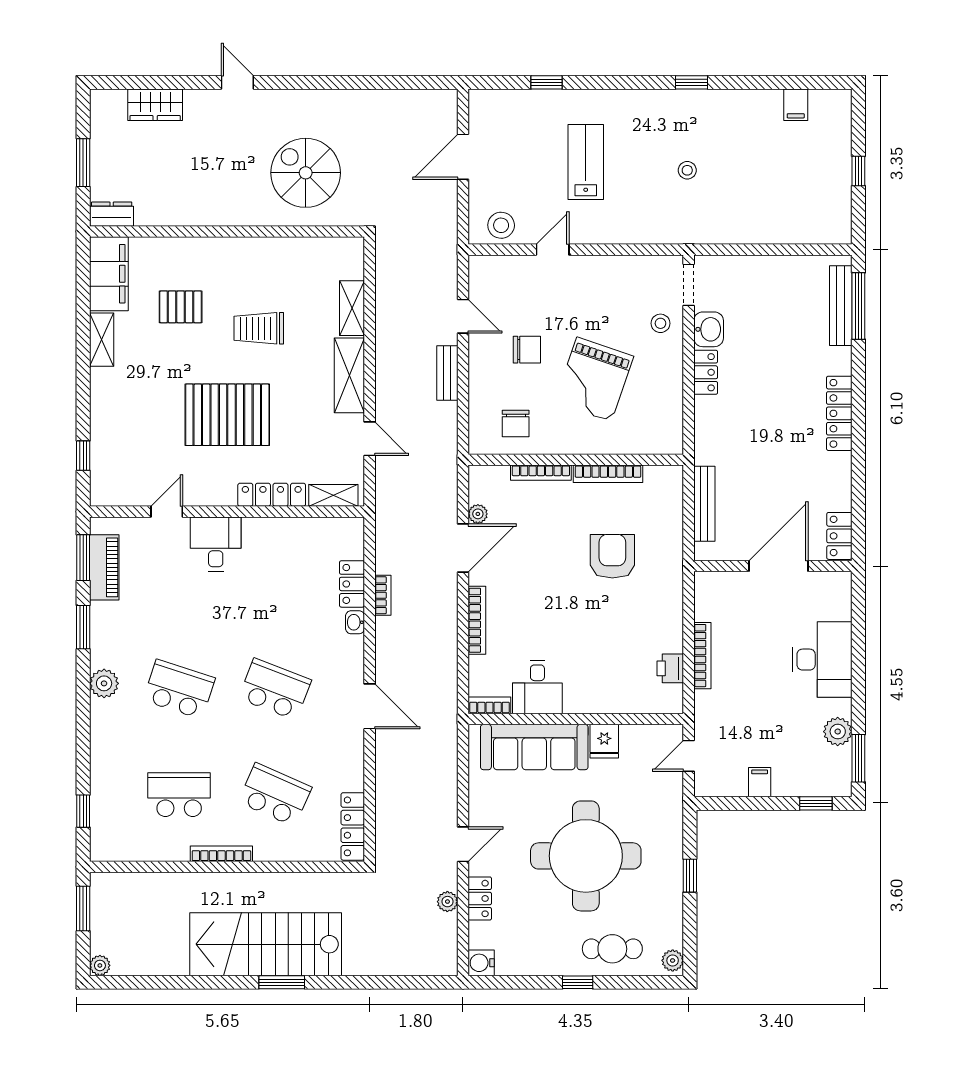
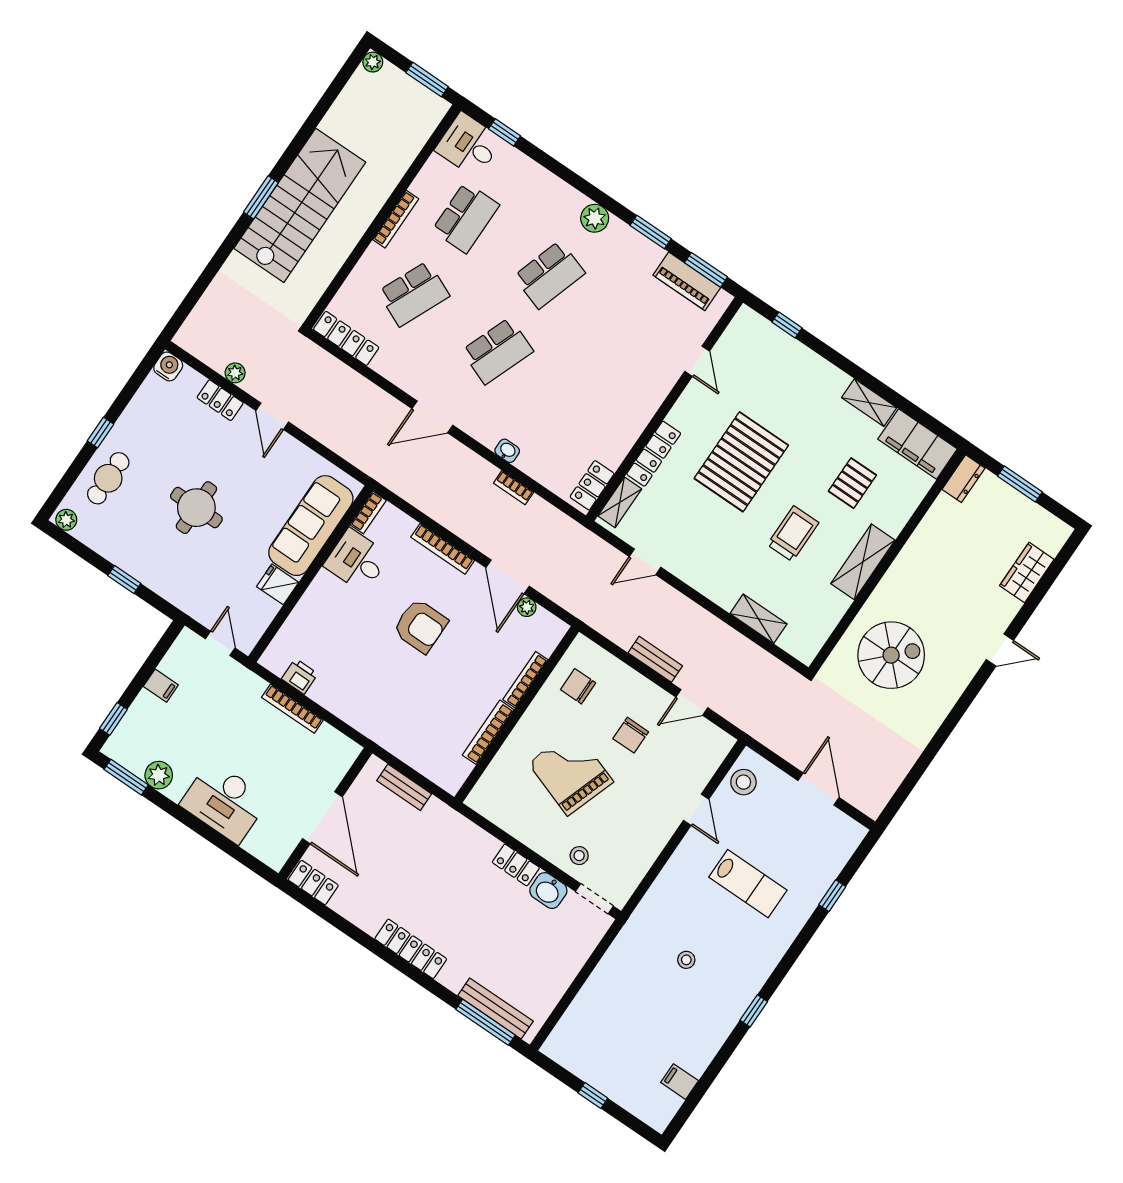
shelving: (349, 375) -> (863, 562), moved, turned 90
bench: (704, 504) -> (404, 787), width x0.73
desk: (216, 544) -> (469, 145), moved, turned 180
armchair: (612, 556) -> (420, 626), moved
locker: (352, 584) -> (592, 485), moved, turned -90
round table: (586, 856) -> (196, 508), width x0.54, depth x0.54

